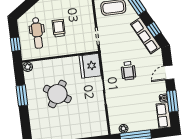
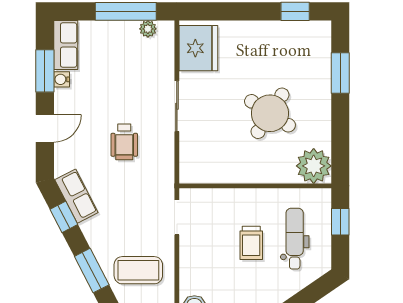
row of seats: (145, 36) -> (76, 196), width x0.68
fridge: (90, 66) -> (198, 48), moved
plant: (28, 67) -> (314, 166), width x1.88, depth x1.88
wheelchair: (128, 71) -> (124, 142), turned 180
window: (22, 95) -> (340, 73), moved

